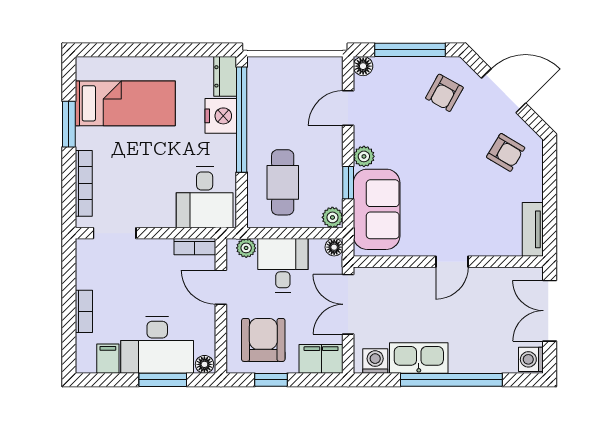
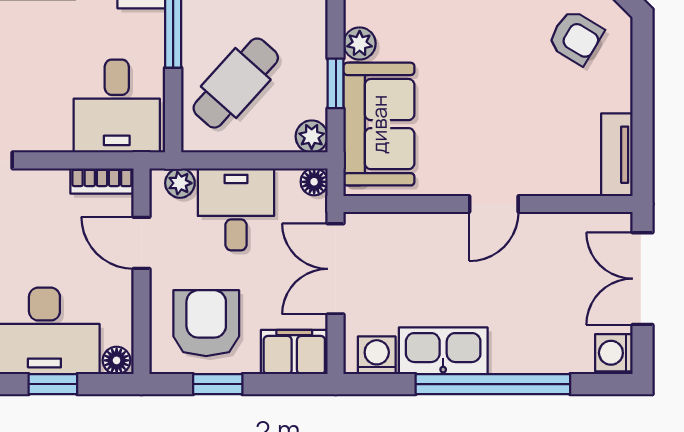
cafe table: (283, 182) -> (236, 83), turned 42
window: (163, 380) -> (53, 384), width x0.67

